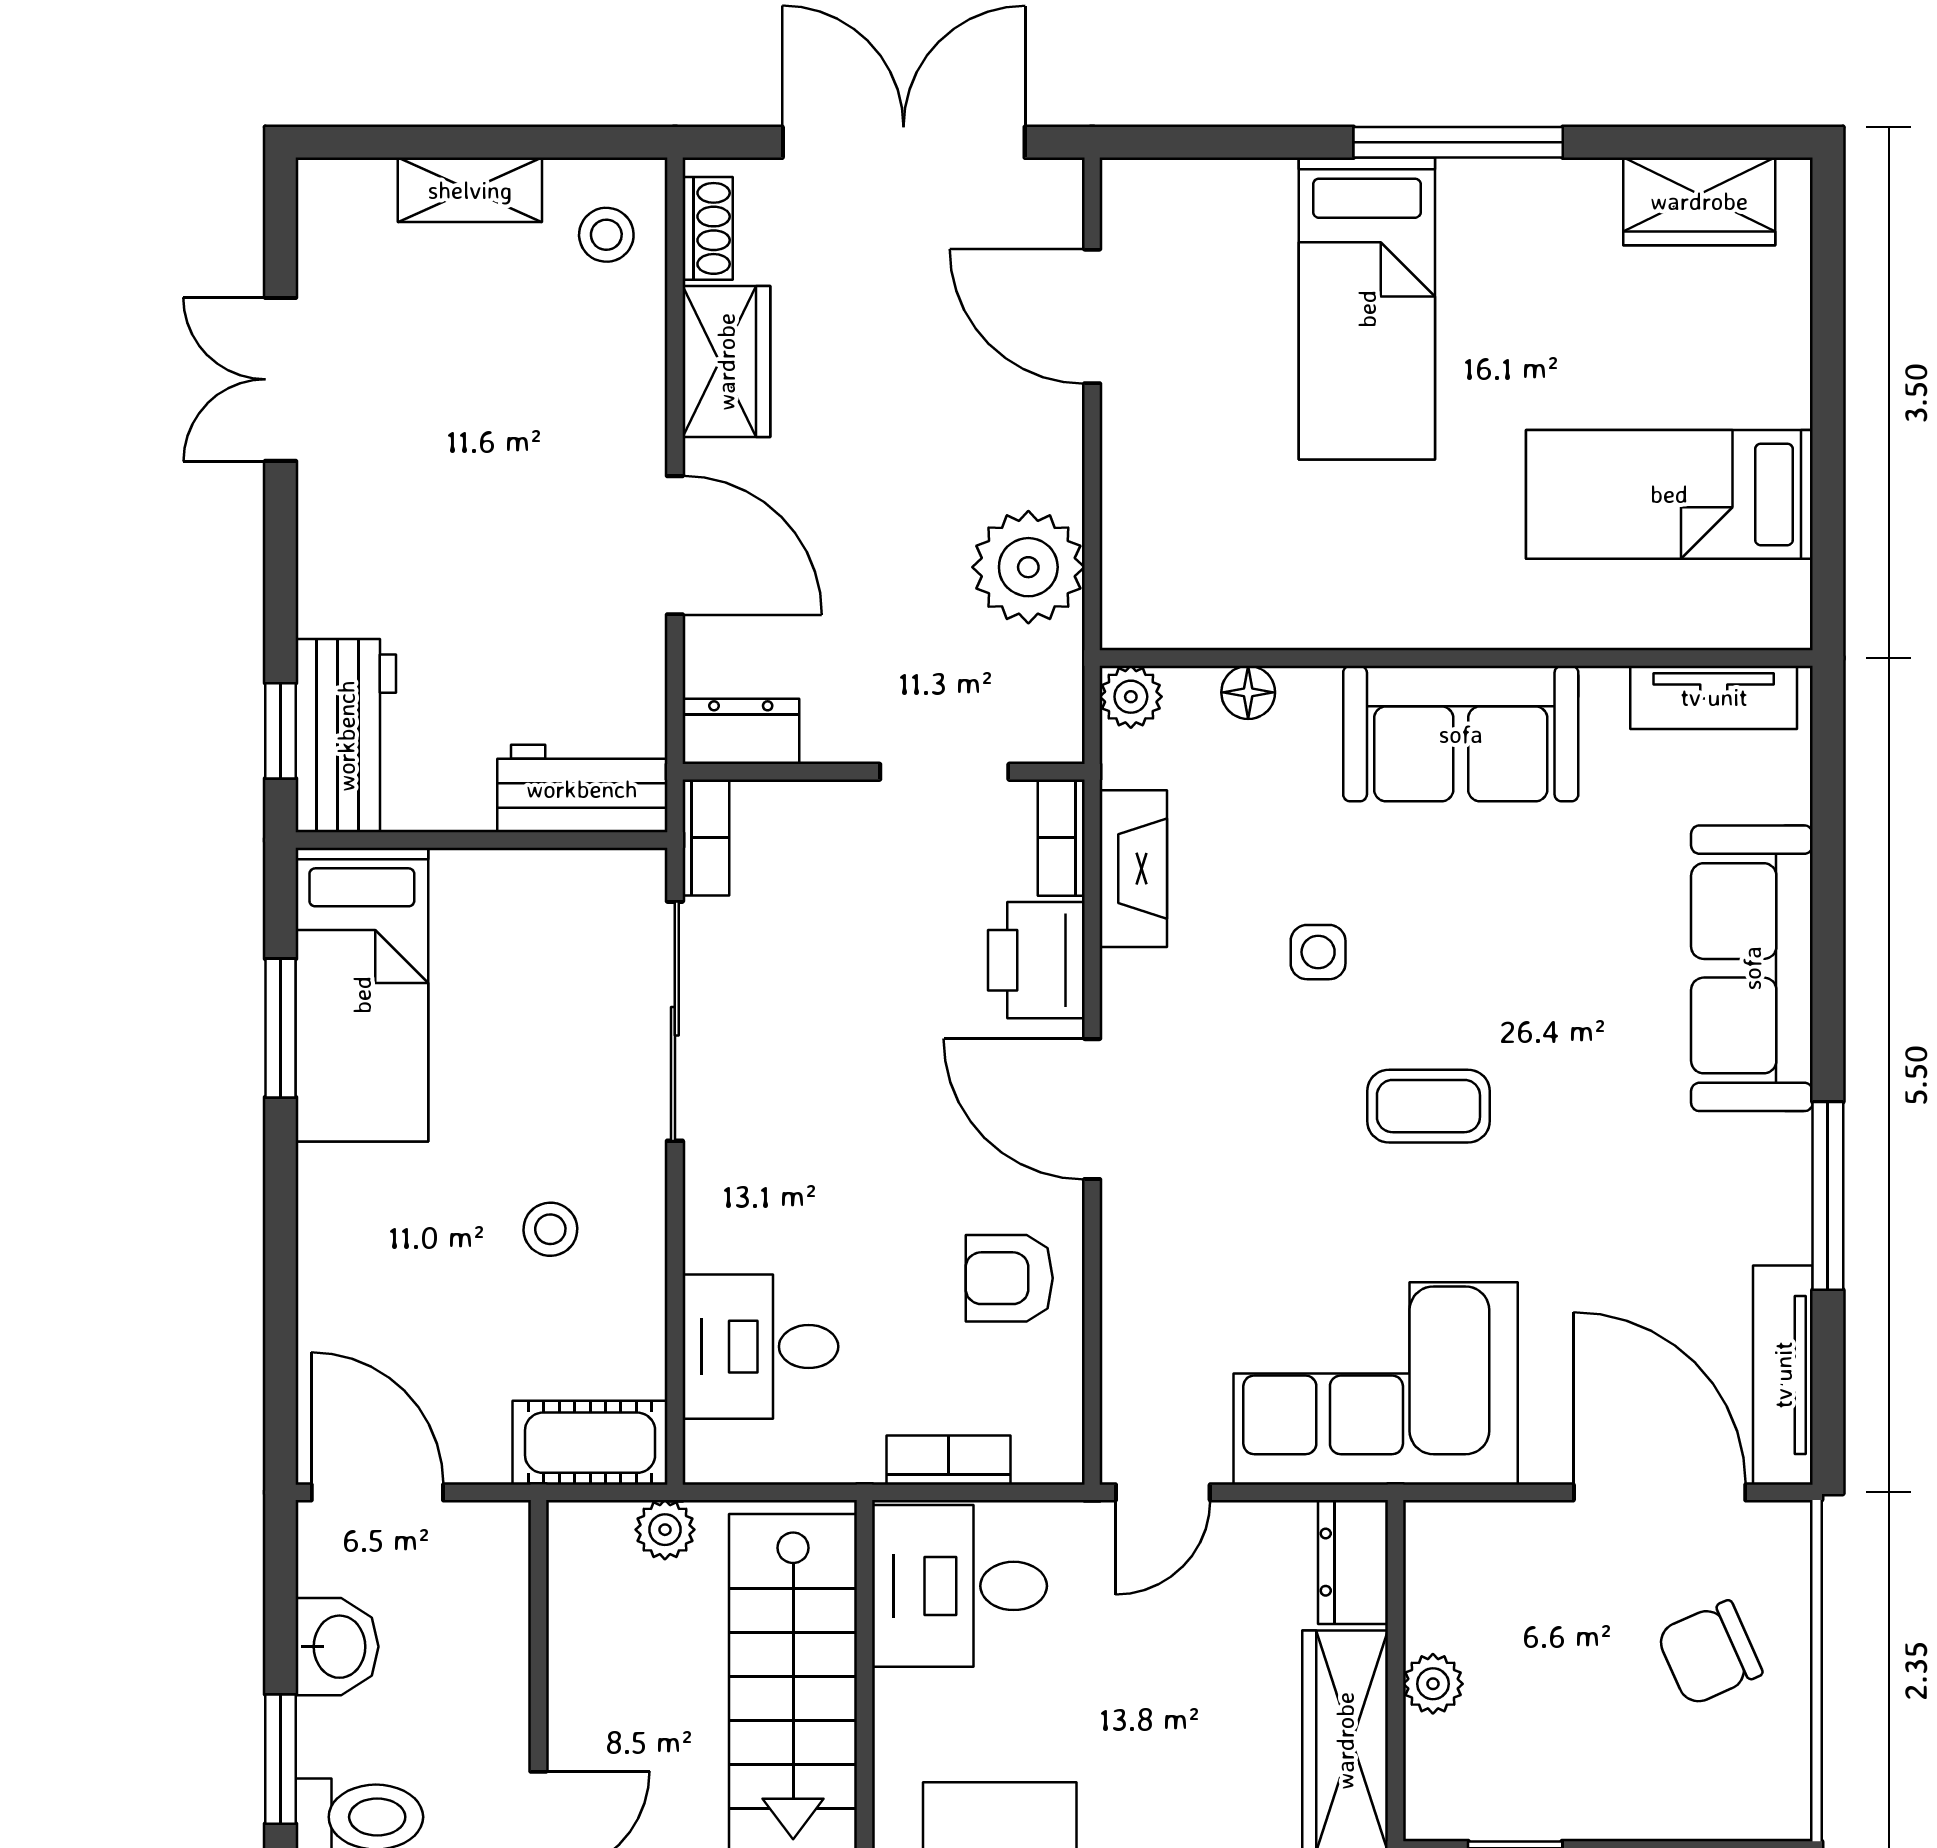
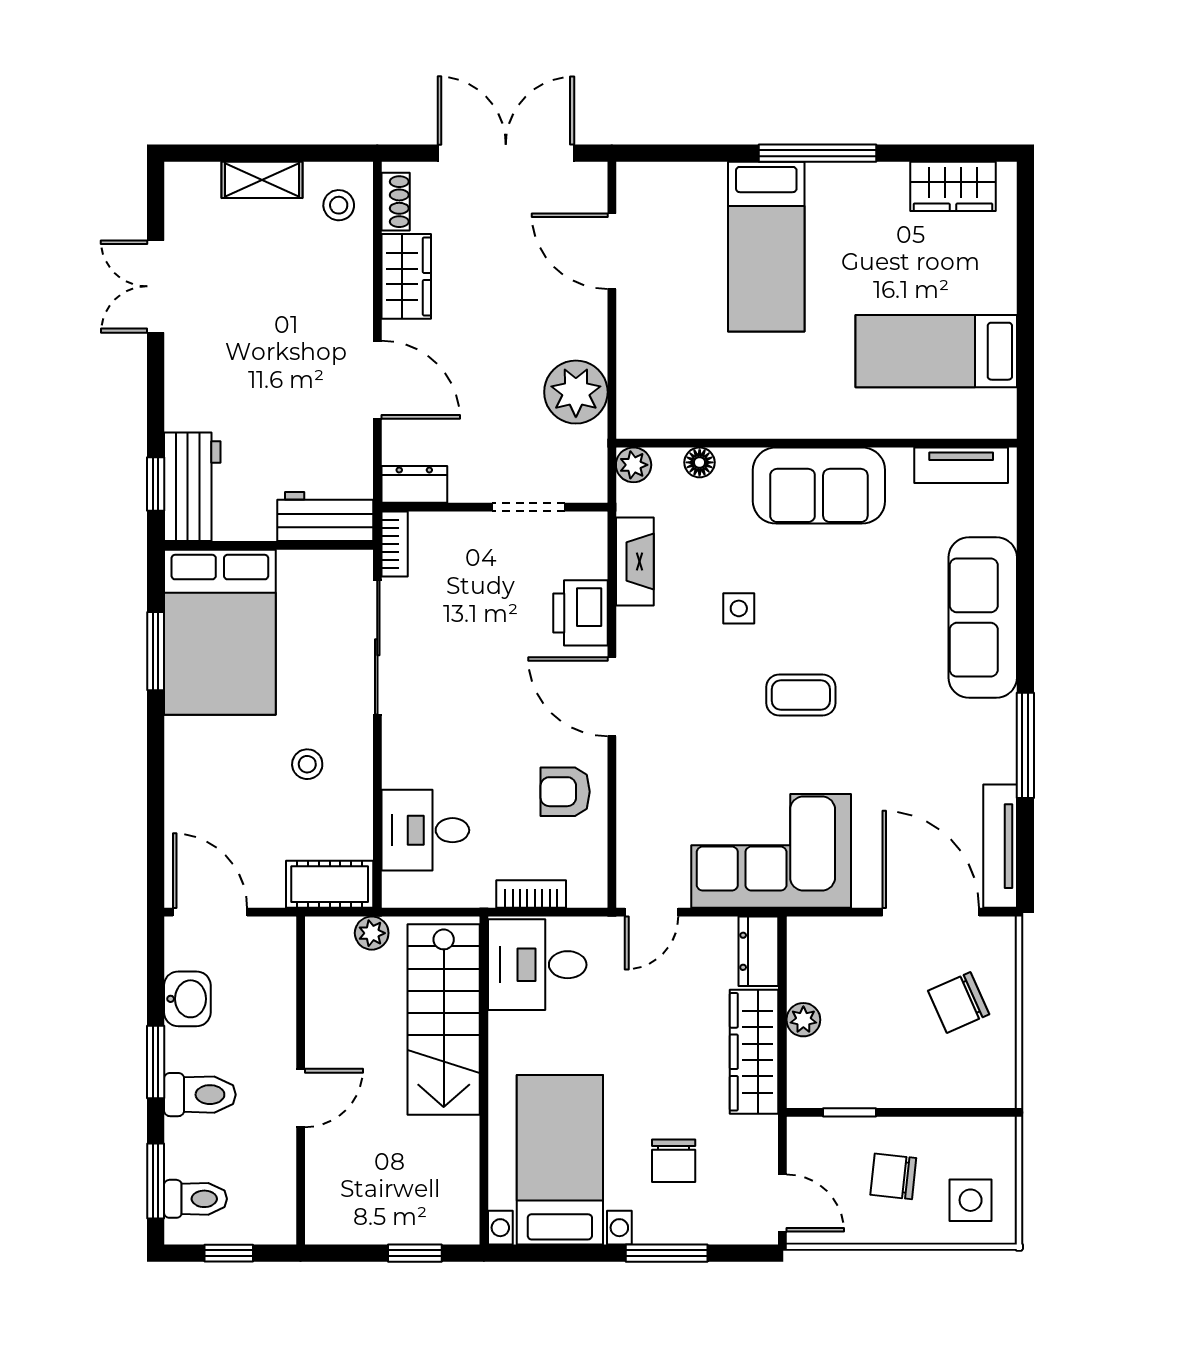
bookcase: (1061, 838) -> (594, 544), removed
bed: (362, 995) -> (220, 632), width x1.50

